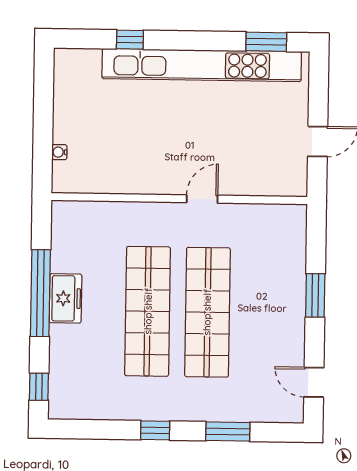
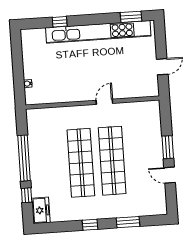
freezer: (65, 298) -> (41, 210), moved
door: (314, 382) -> (170, 175), moved
window: (39, 387) -> (27, 195), moved

